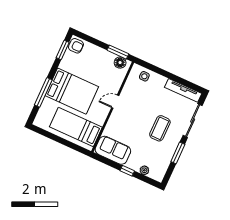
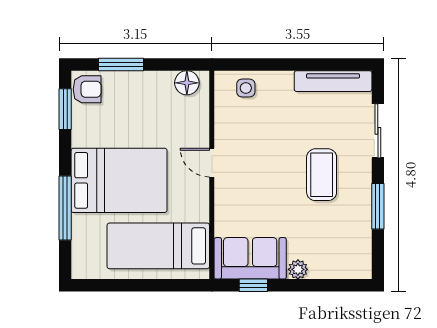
window: (118, 52) -> (121, 65), moved
door: (115, 102) -> (212, 163), hinge flipped
sliding door: (193, 121) -> (378, 131), width x0.73
plant: (144, 170) -> (298, 269), moved
window: (127, 171) -> (253, 285), moved

